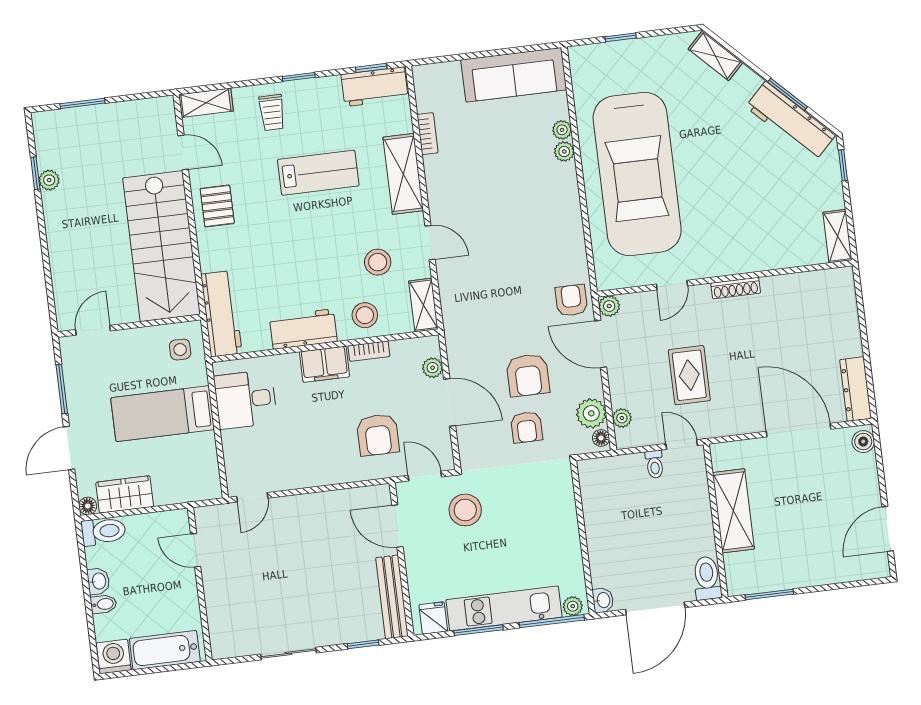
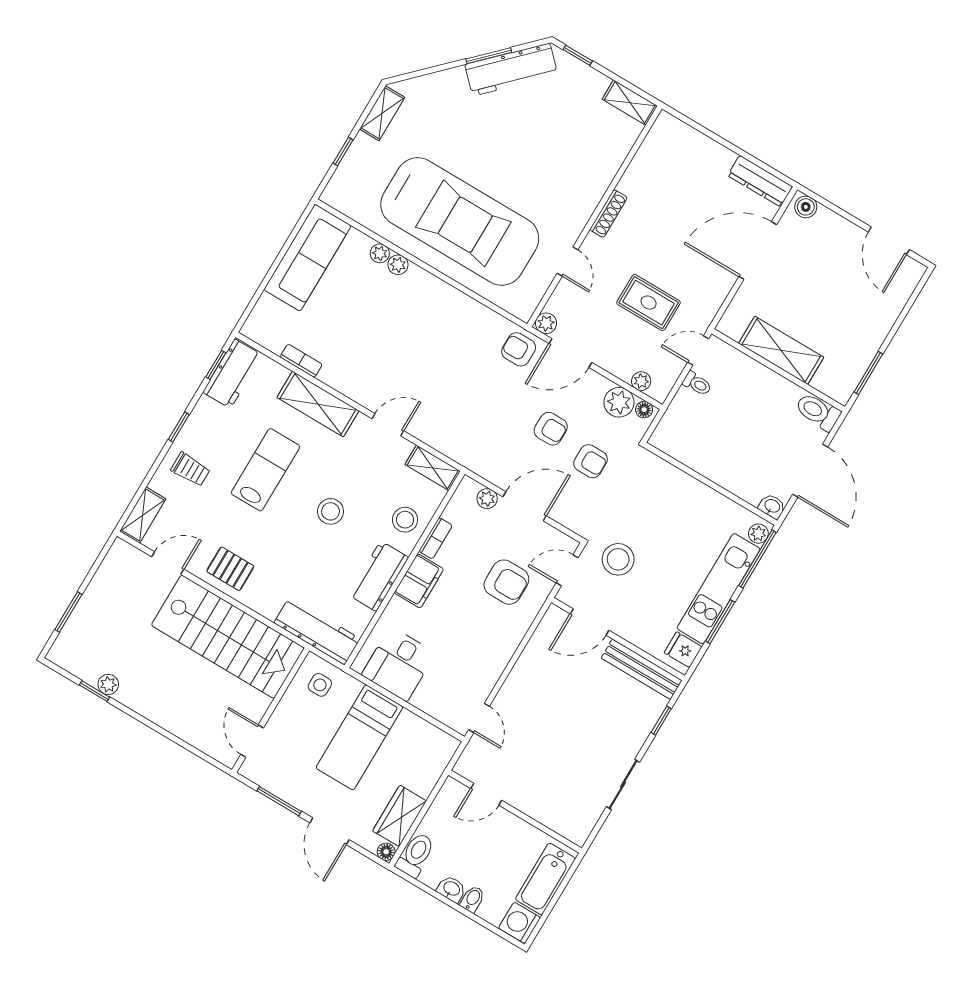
shelving: (715, 56) -> (382, 113), moved, turned -45
stool: (378, 262) -> (330, 511), moved
armchair: (528, 375) -> (551, 429), width x0.72, depth x0.72

